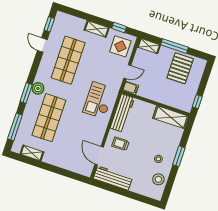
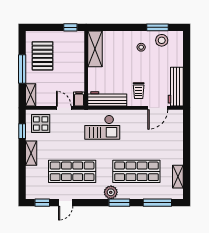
pallet: (180, 68) -> (43, 56), turned 90
window: (179, 156) -> (158, 27), moved

